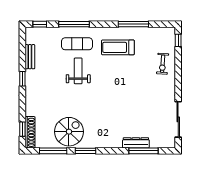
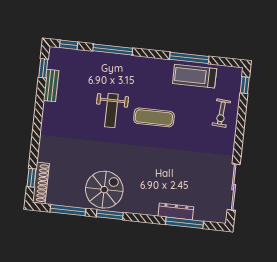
exercise mat: (77, 44) -> (154, 117), moved
treadmill: (118, 47) -> (195, 76), moved
weight bench: (78, 71) -> (111, 111), turned 180
window: (22, 79) -> (43, 68), moved
spiral stairs: (69, 132) -> (104, 190), moved

